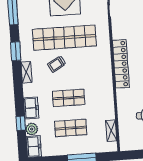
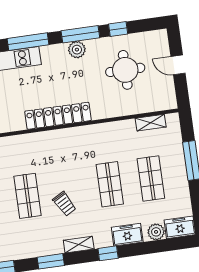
shop shelf: (64, 38) -> (27, 196), width x0.50, depth x0.74
window: (21, 123) -> (108, 253), moved

